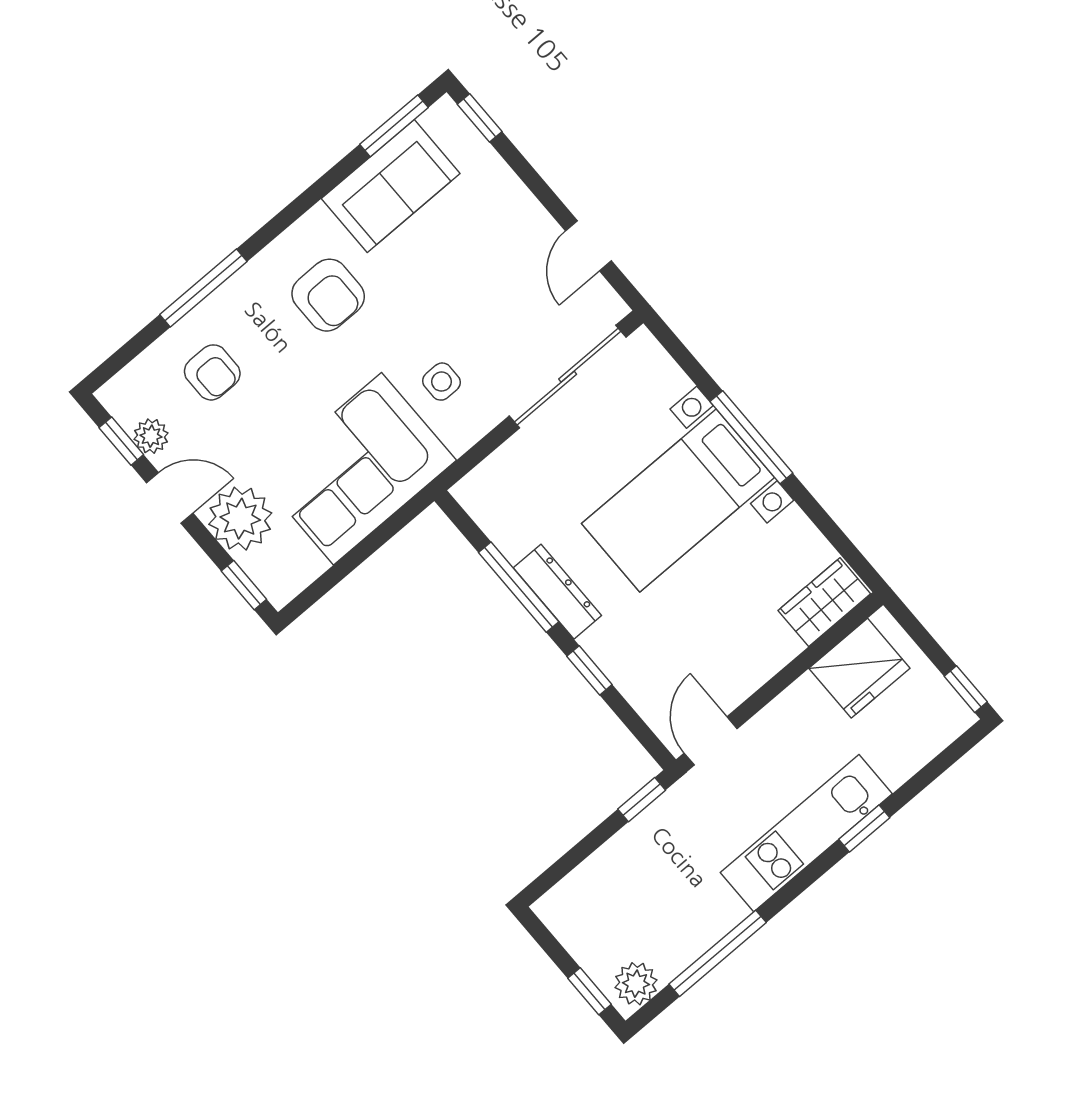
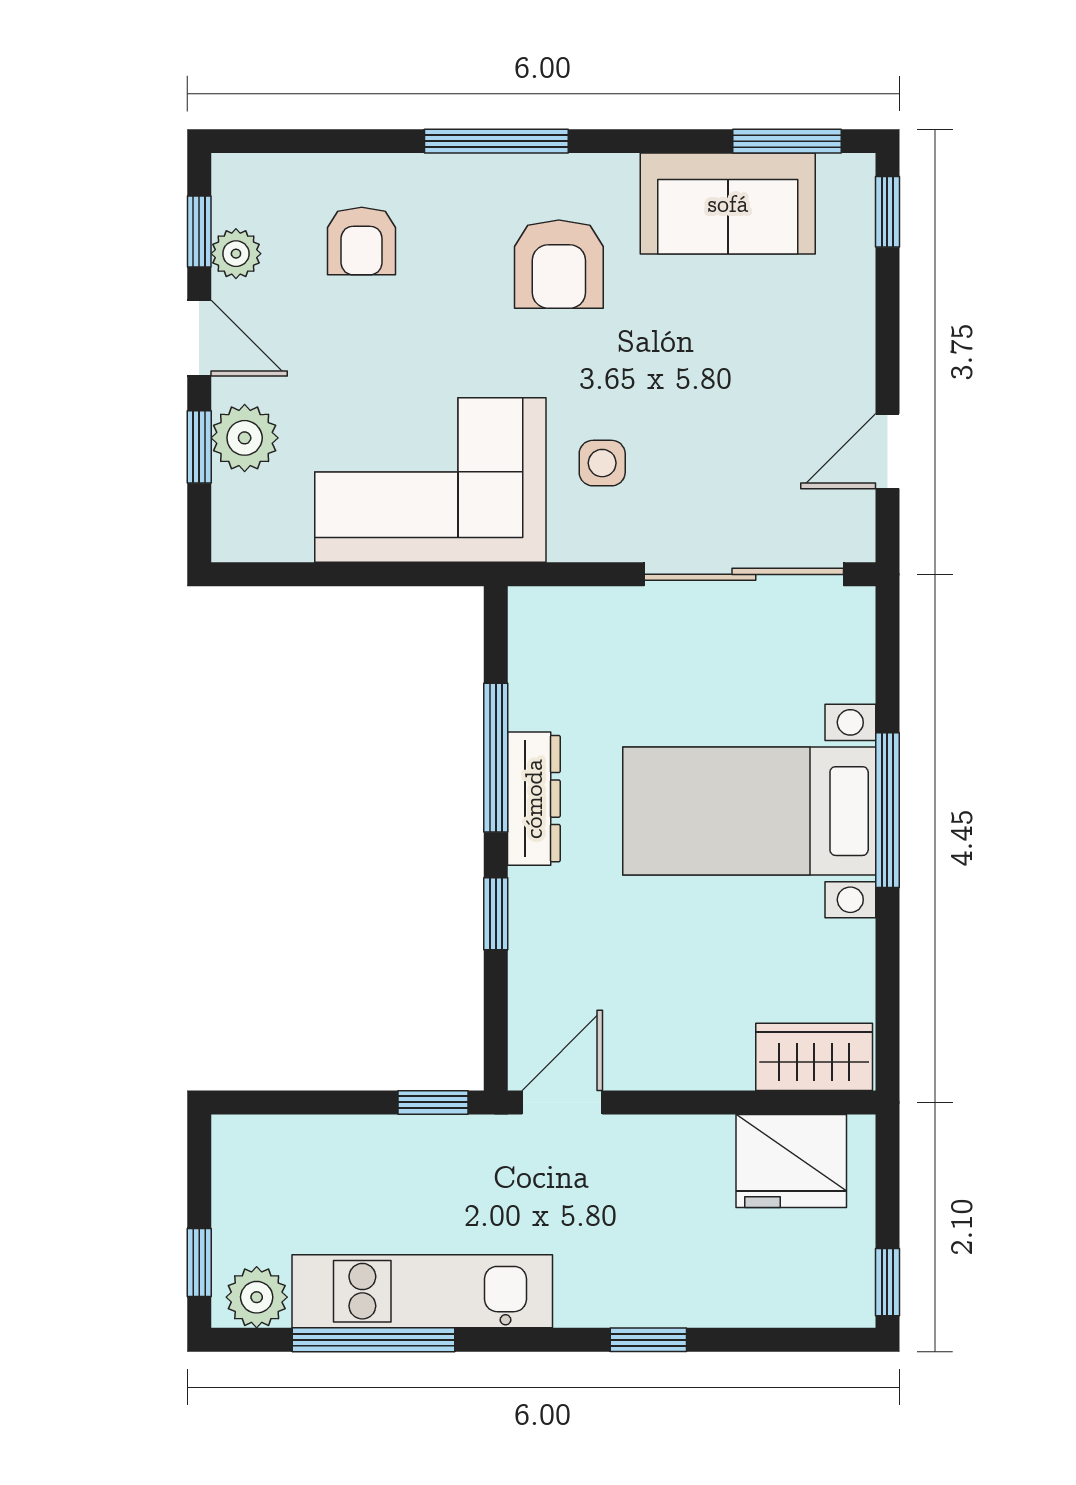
window: (203, 288) -> (496, 141), moved
plant: (240, 519) -> (245, 438), width x0.73, depth x0.73
window: (244, 585) -> (199, 447), moved
kitchen unit: (806, 833) -> (422, 1291), moved

